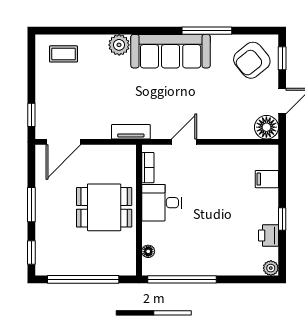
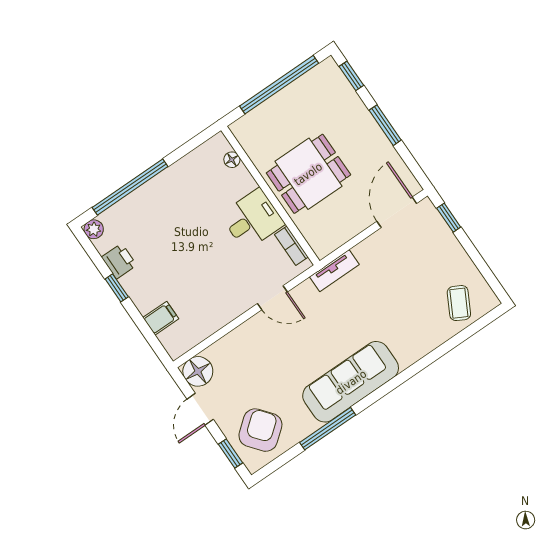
plant: (119, 45) -> (408, 352), removed
coffee table: (64, 54) -> (459, 303), turned -62
door: (184, 142) -> (272, 298), hinge flipped
window: (182, 279) -> (130, 187), moved

